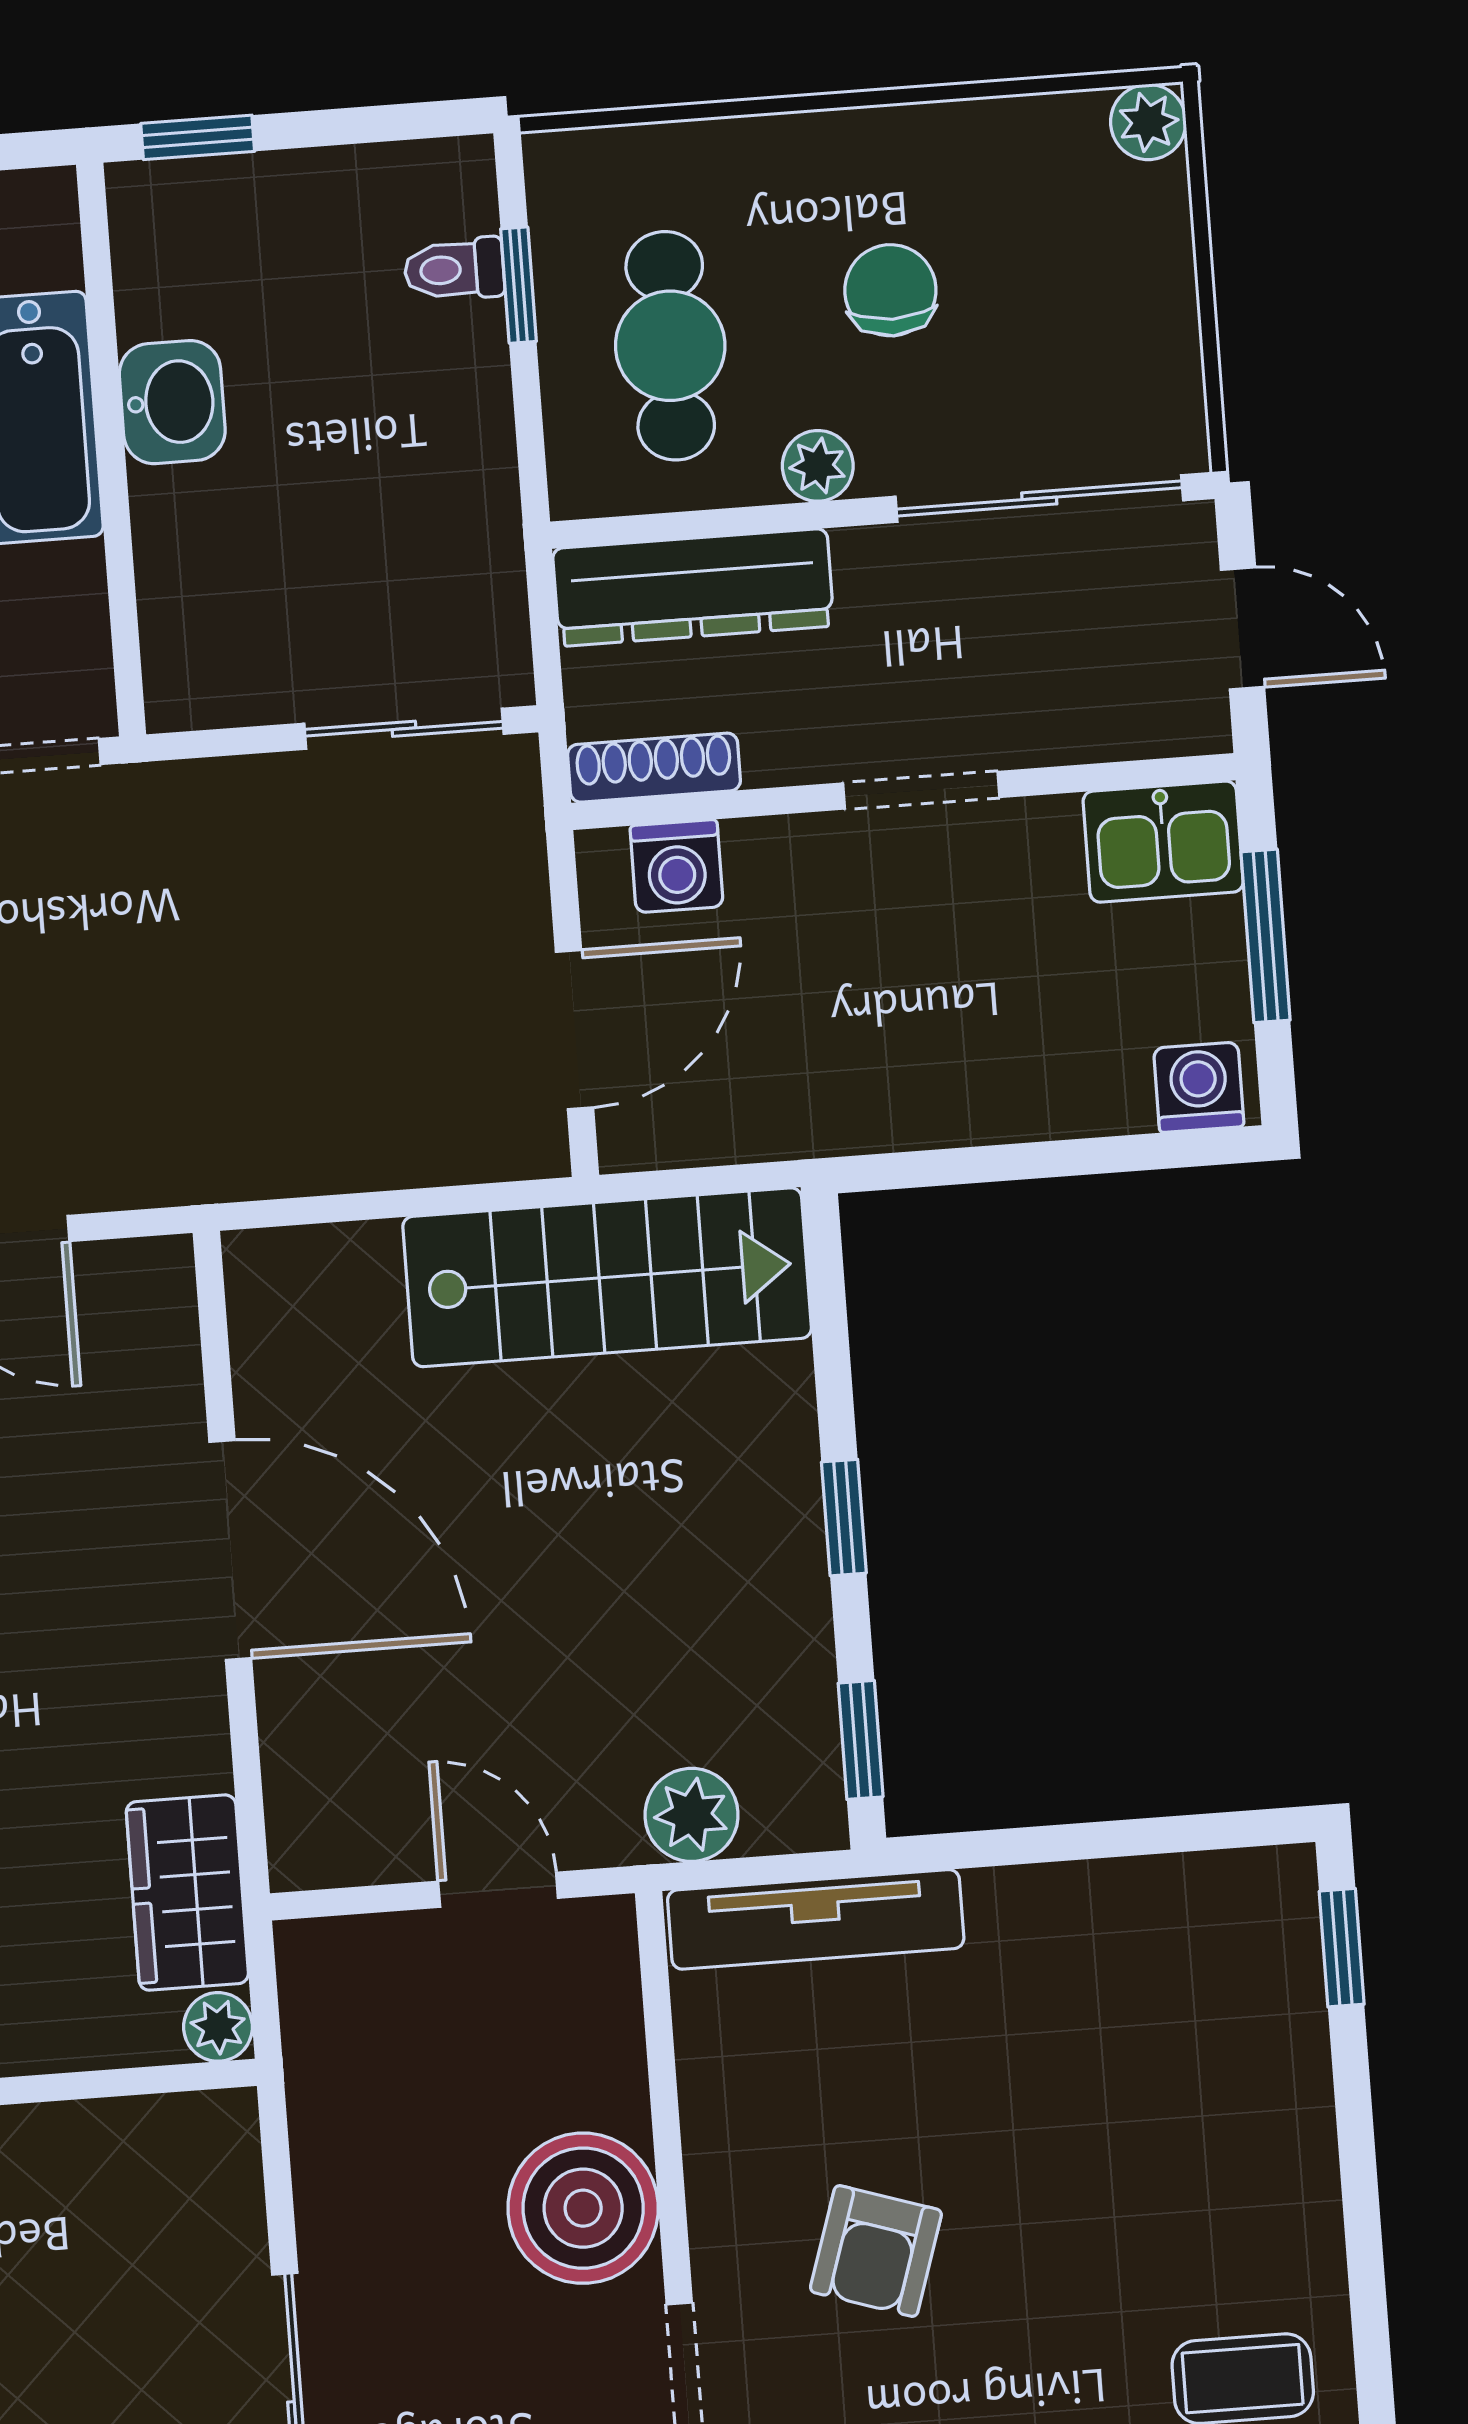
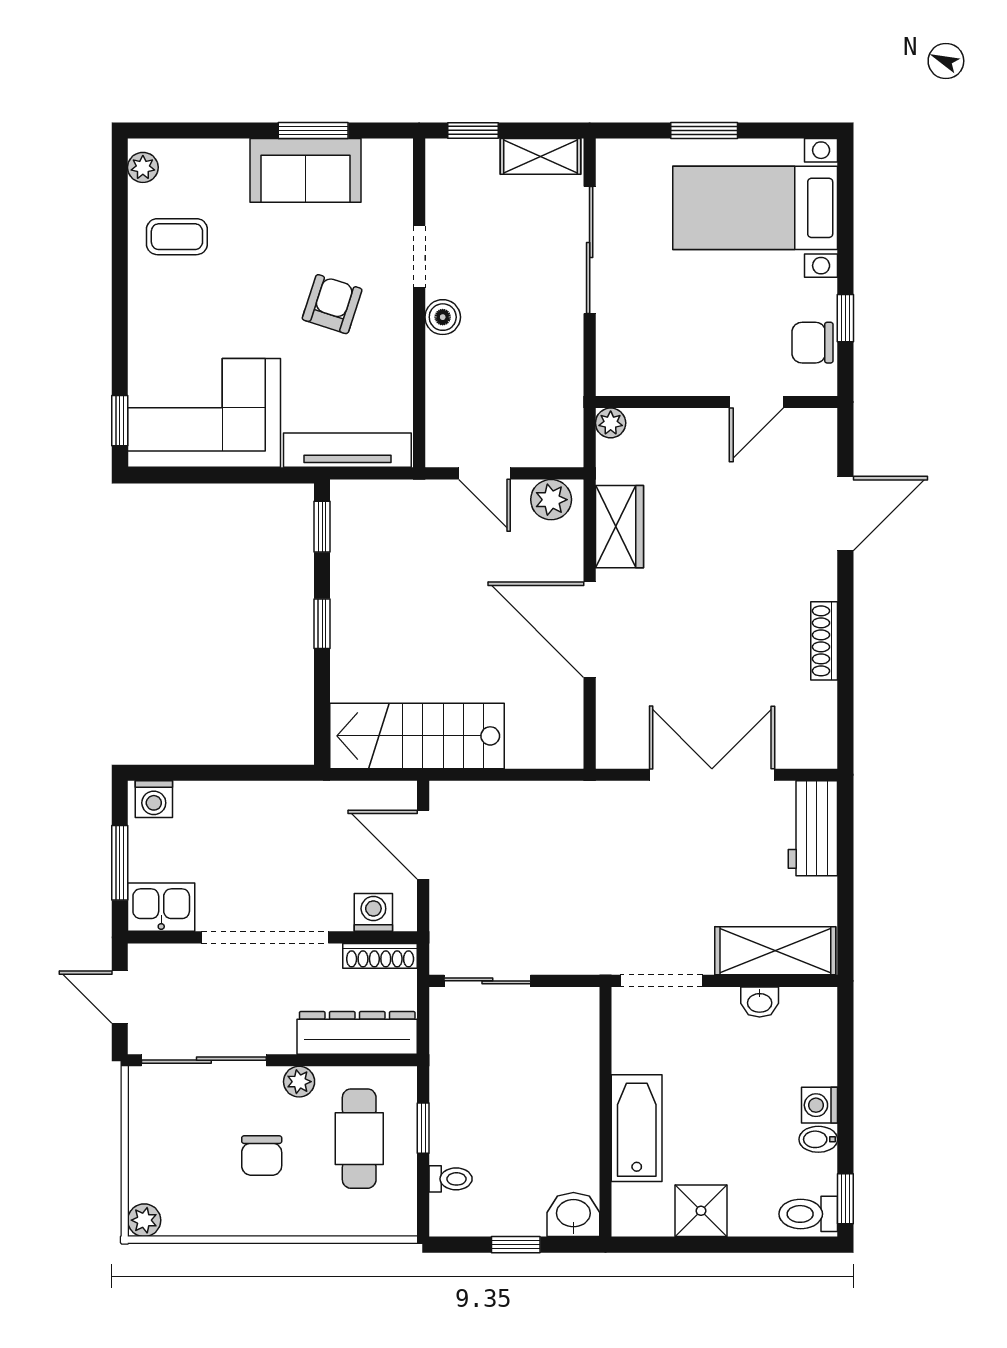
window: (198, 137) -> (516, 1245), moved
window: (519, 285) -> (423, 1128), moved
washbasin: (172, 402) -> (573, 1214), moved, turned 90
doorway: (921, 790) -> (265, 937), width x1.88
door: (574, 1030) -> (423, 845), hinge flipped
plant: (692, 1815) -> (551, 500), moved
wardrobe: (187, 1893) -> (620, 527), moved
corner sofa: (1150, 1980) -> (204, 413), added
boiler: (583, 2208) -> (443, 317), width x0.54, depth x0.54

